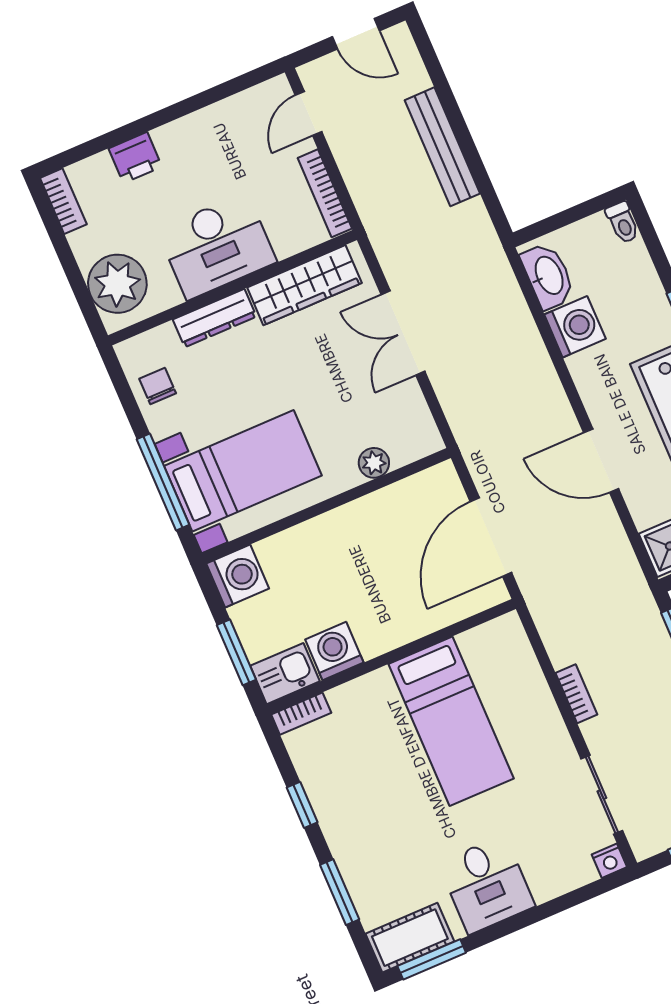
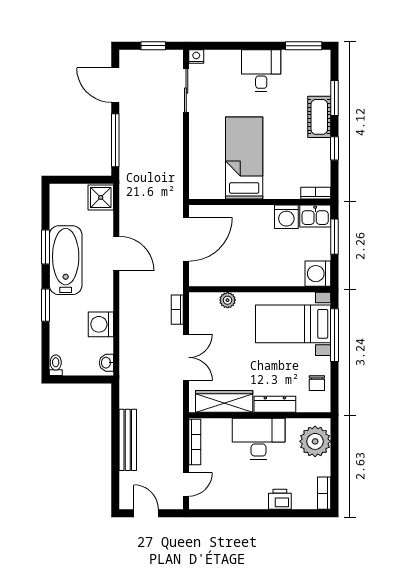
washbasin: (548, 276) -> (106, 363), width x0.52, depth x0.69
bookcase: (576, 694) -> (177, 310), moved
cot: (410, 938) -> (319, 117), moved, turned 90

